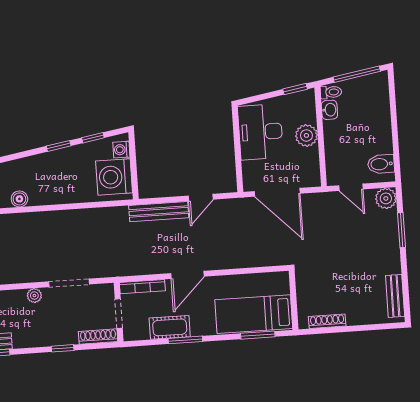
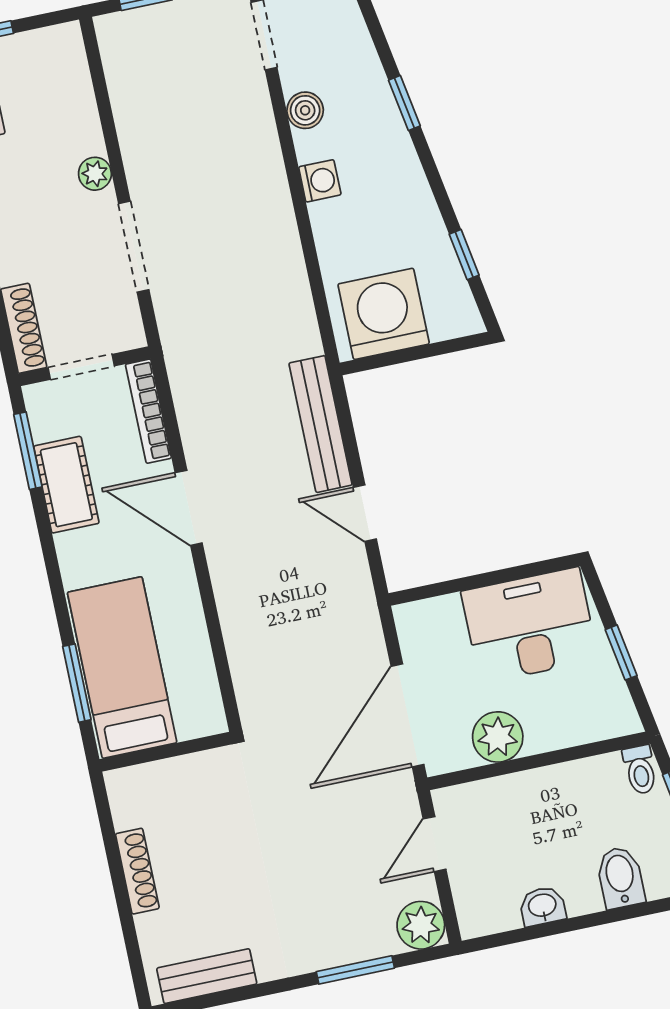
window: (295, 89) -> (621, 653), moved
washbasin: (329, 110) -> (542, 906), moved, turned 180
plant: (306, 135) -> (498, 737), moved
window: (59, 146) -> (404, 103), moved
washing machine: (121, 150) -> (320, 181), moved, turned 90
bidet: (381, 164) -> (620, 877), moved
door: (277, 192) -> (407, 715), moved
shoe rack: (327, 321) -> (137, 871), moved
window: (185, 340) -> (28, 451), moved

